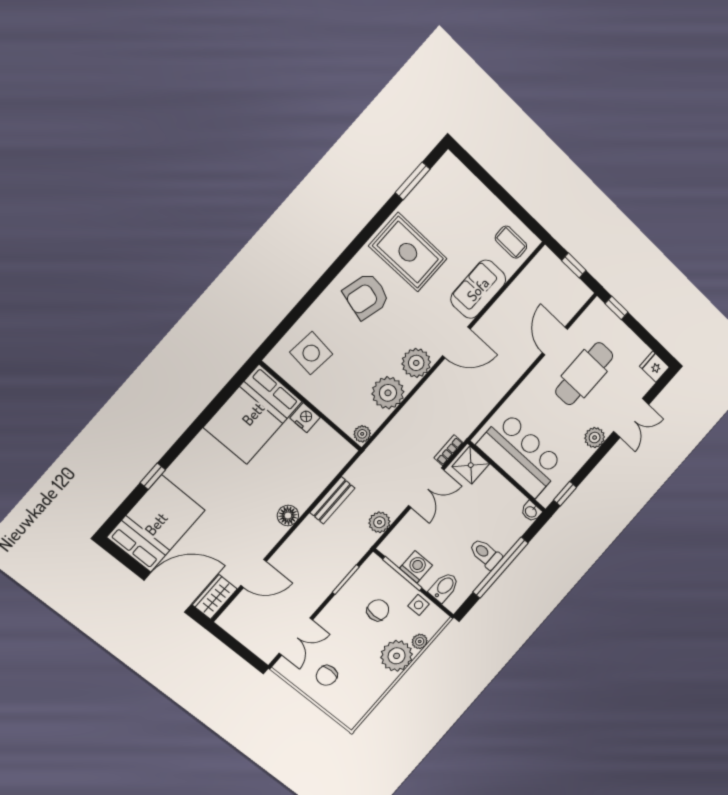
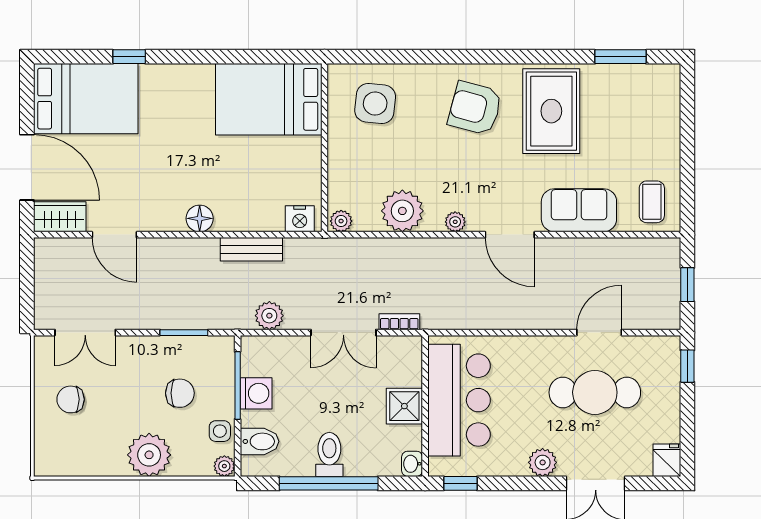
plant: (416, 363) -> (455, 222), width x0.53, depth x0.53
nightstand: (305, 418) -> (300, 219), moved, turned 90
shower: (471, 465) -> (404, 406), moved
plant: (420, 641) -> (224, 466), moved

